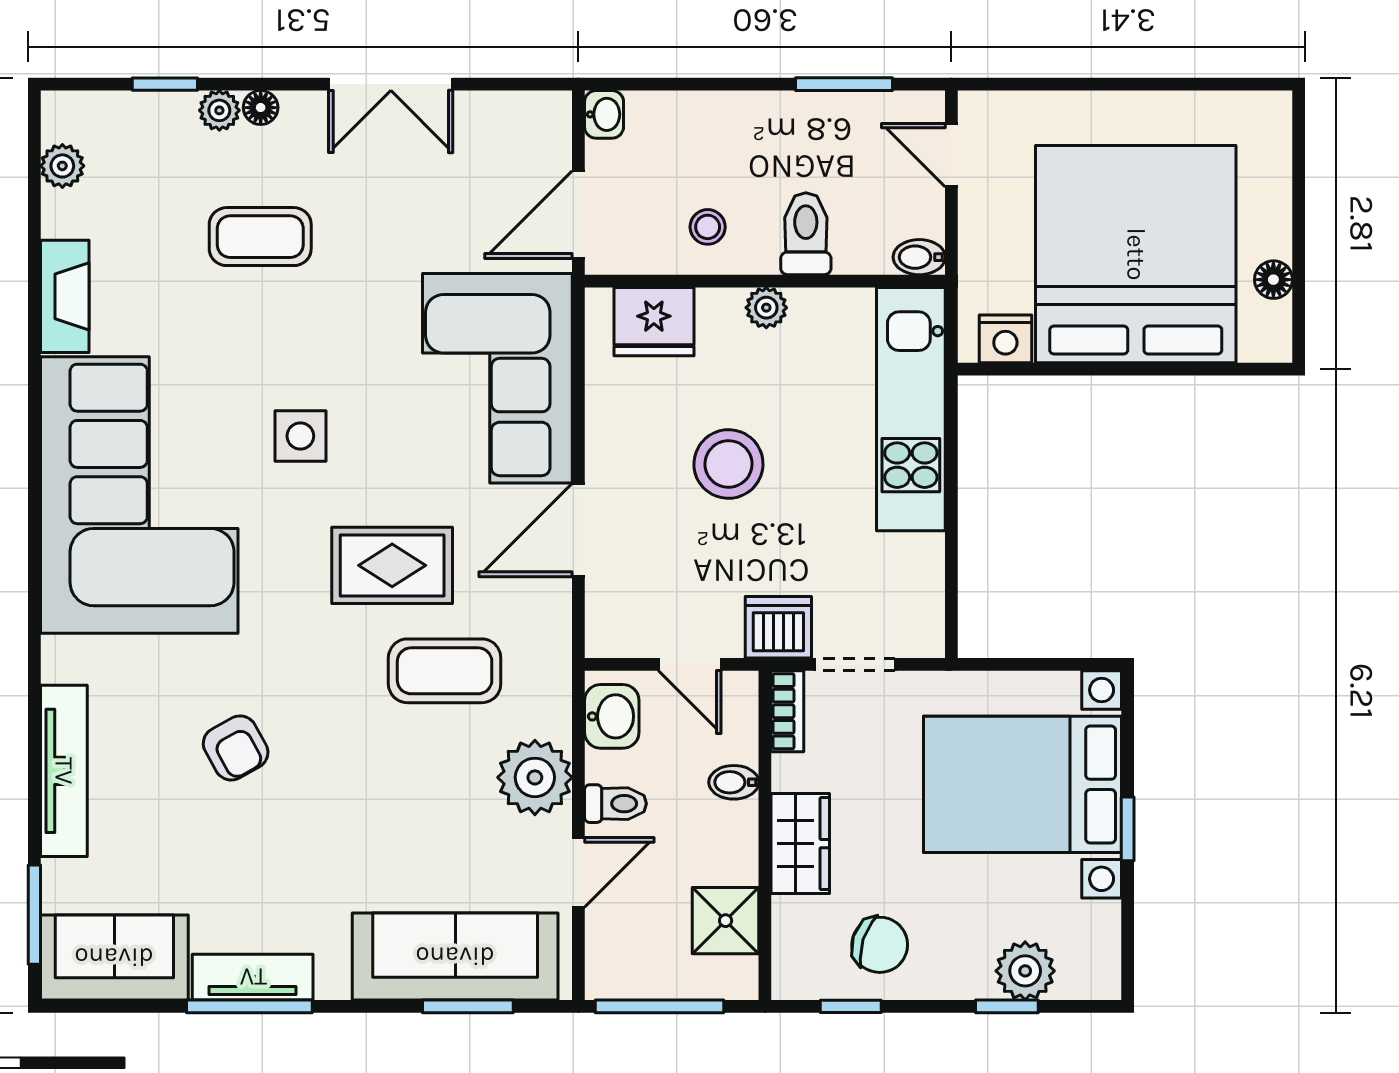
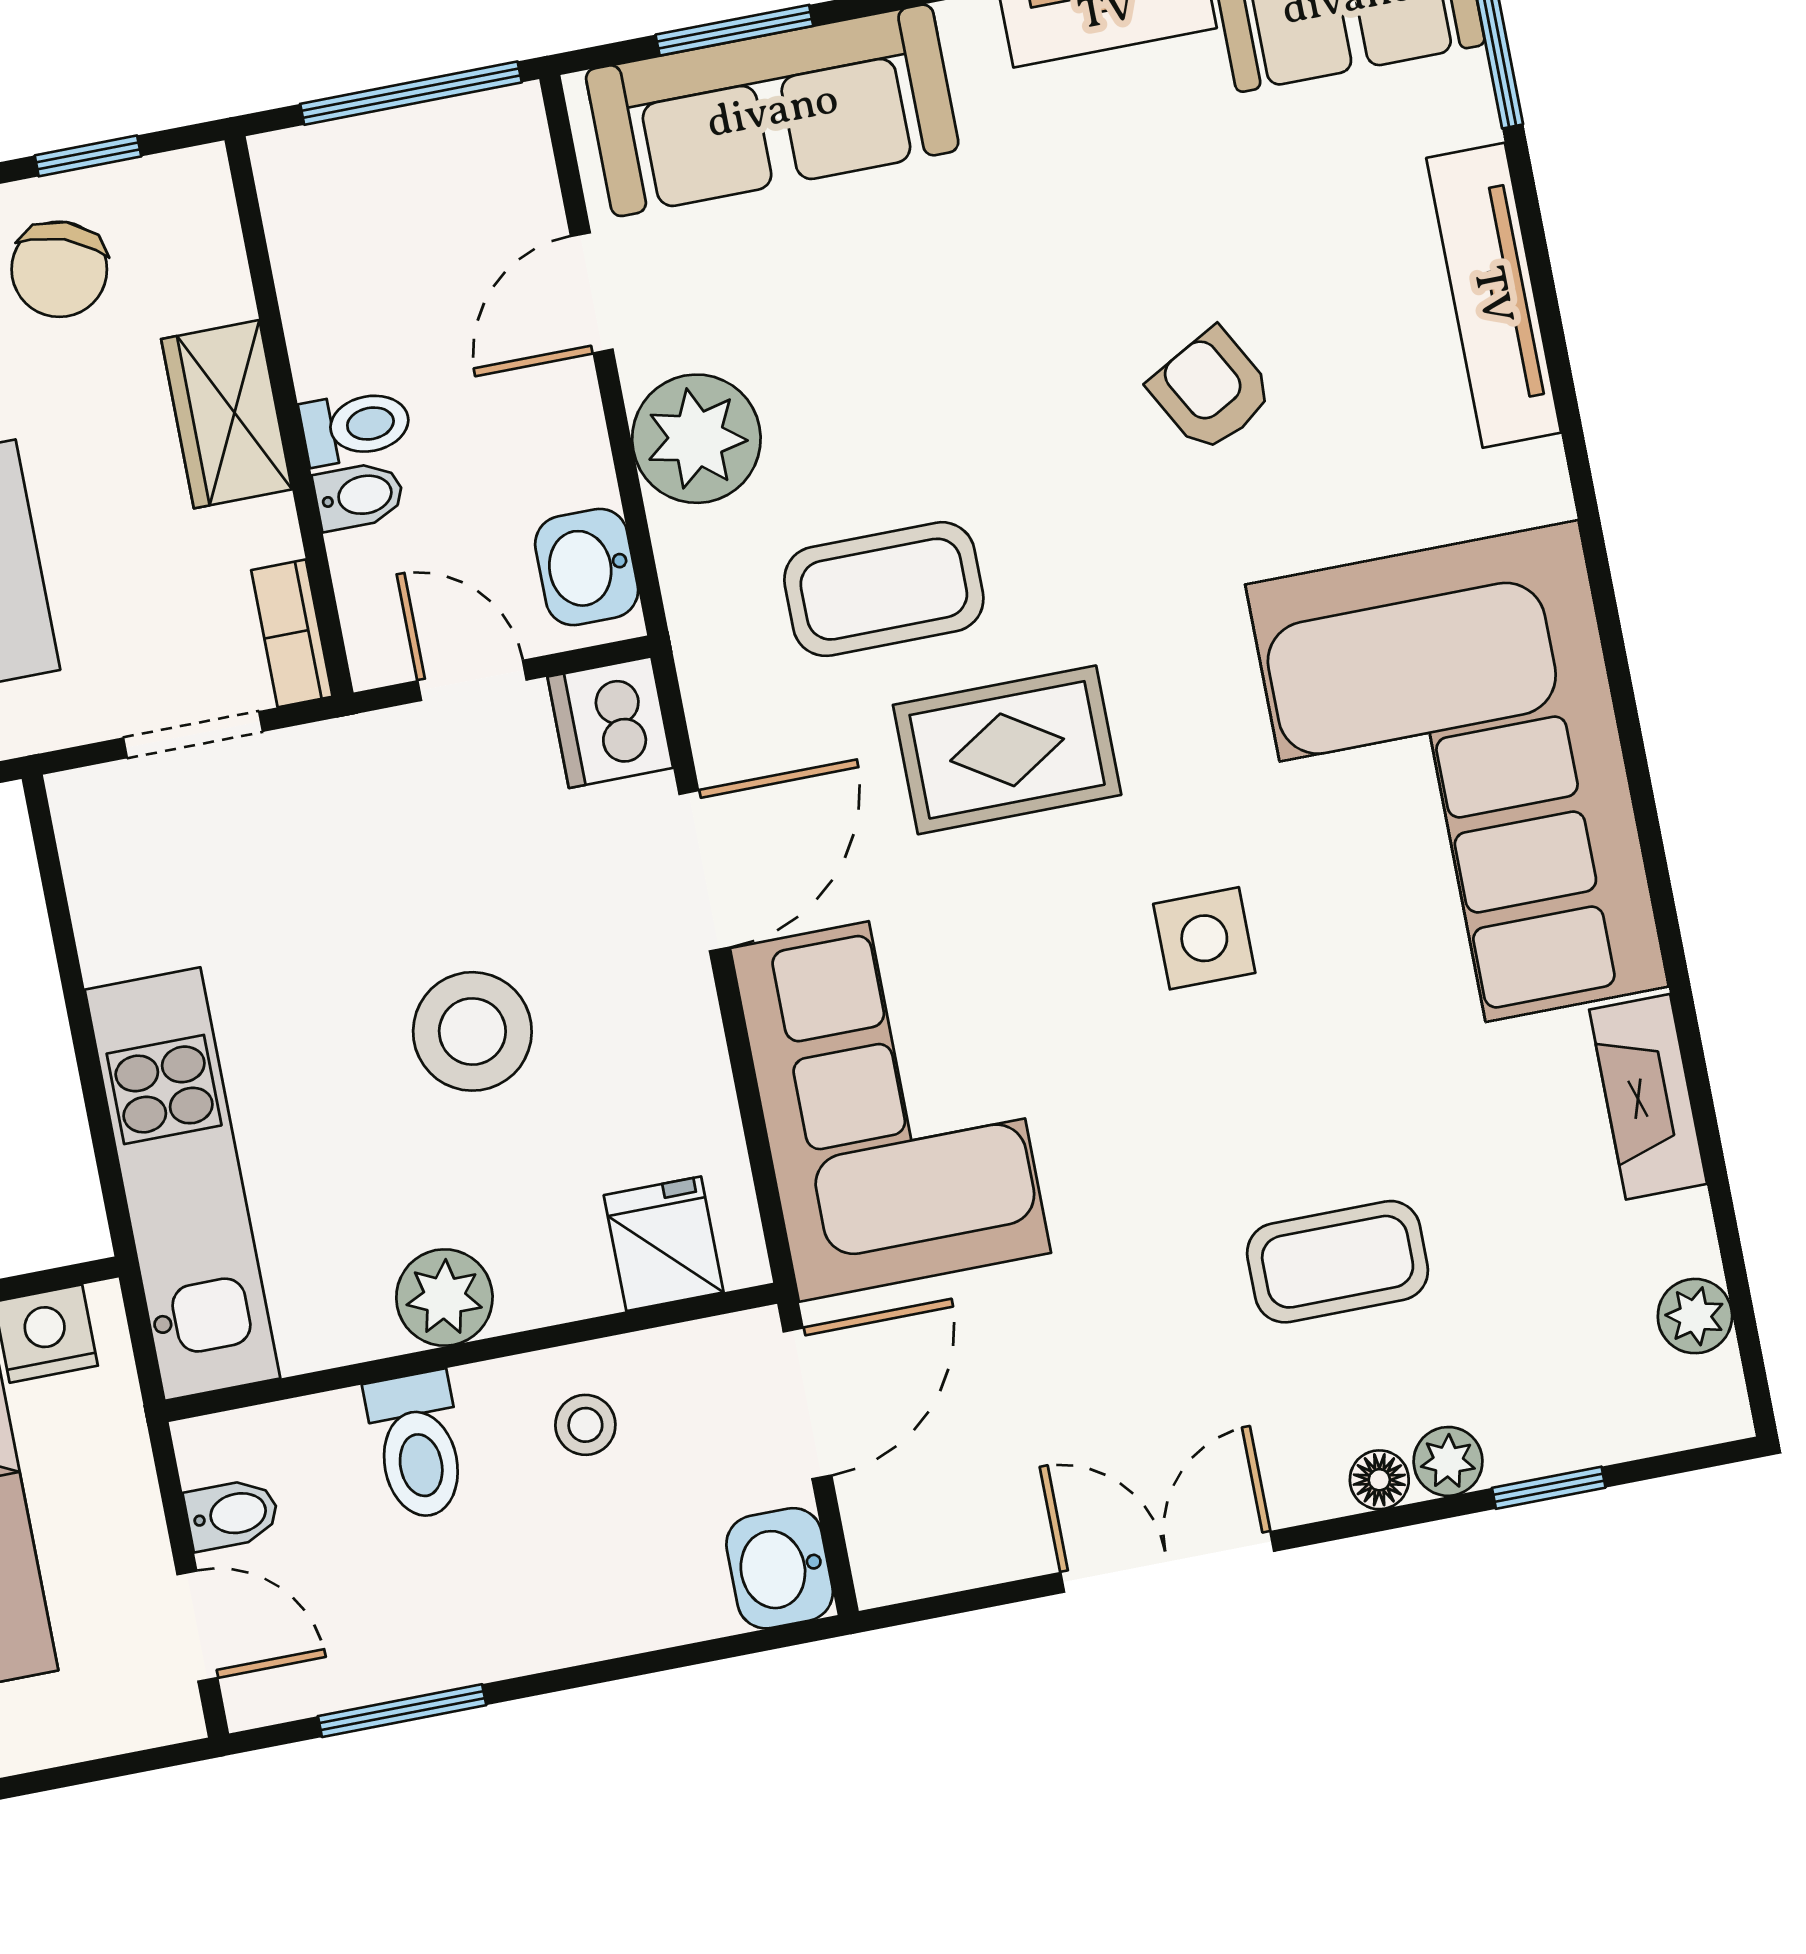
washbasin: (604, 114) -> (780, 1568), width x1.38, depth x1.45
bidet: (919, 257) -> (232, 1514), moved
plant: (766, 308) -> (444, 1298), width x1.38, depth x1.38
fridge: (654, 322) -> (664, 1244), width x0.72
dishwasher: (778, 627) -> (610, 722), moved, turned 90
toilet: (616, 804) -> (356, 426), moved, turned 180
shower: (726, 921) -> (328, 260), removed
chair: (880, 945) -> (59, 269), turned -88

